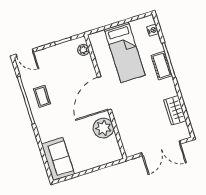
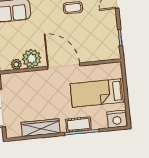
nightstand: (153, 30) -> (117, 119), width x1.89, depth x1.79
plant: (83, 50) -> (16, 64), moved
wardrobe: (175, 110) -> (41, 128), width x1.50

